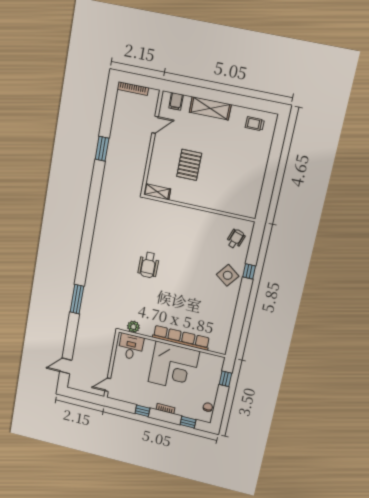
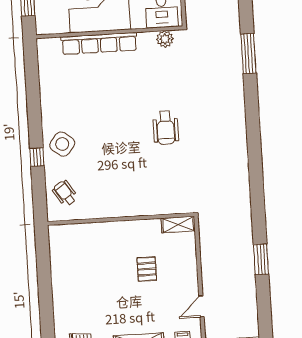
pallet: (189, 165) -> (147, 269), width x0.67, depth x0.71
wheelchair: (236, 239) -> (65, 193), turned 128
wheelchair: (148, 265) -> (166, 128), turned 180

